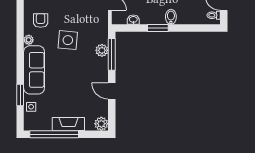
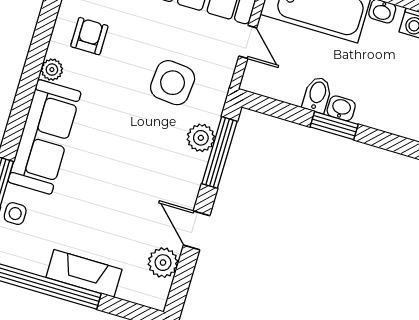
bidet: (171, 17) -> (317, 95), moved
washbasin: (133, 20) -> (341, 108), moved
side table: (68, 40) -> (173, 83), moved
plant: (101, 124) -> (163, 263), moved

